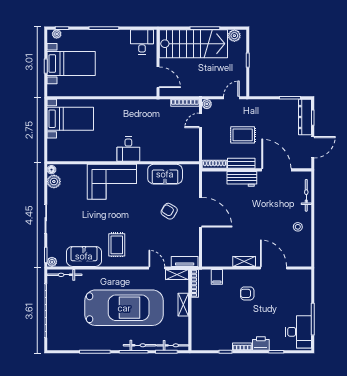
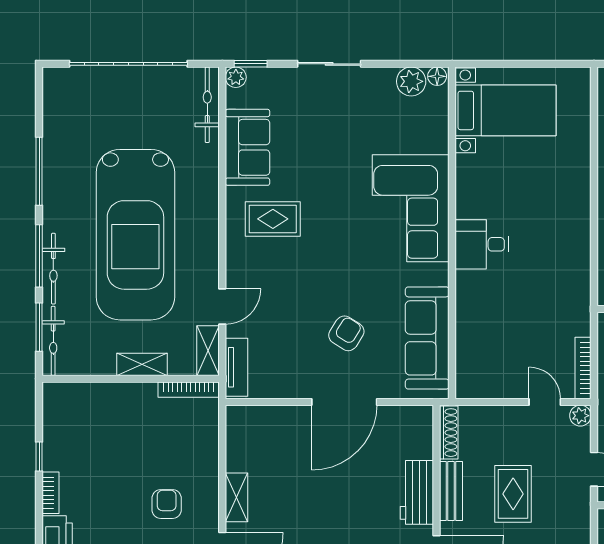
bed with nightstands: (70, 119) -> (506, 110), moved, turned -90
sofa: (165, 174) -> (427, 338), width x1.36
filing cabinet: (217, 277) -> (203, 438), removed

